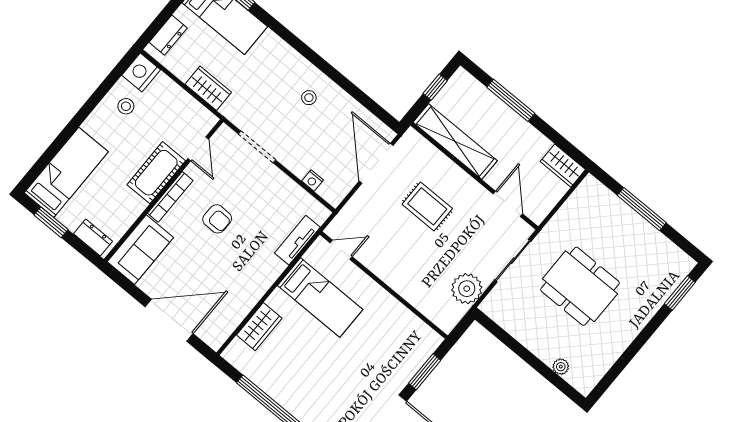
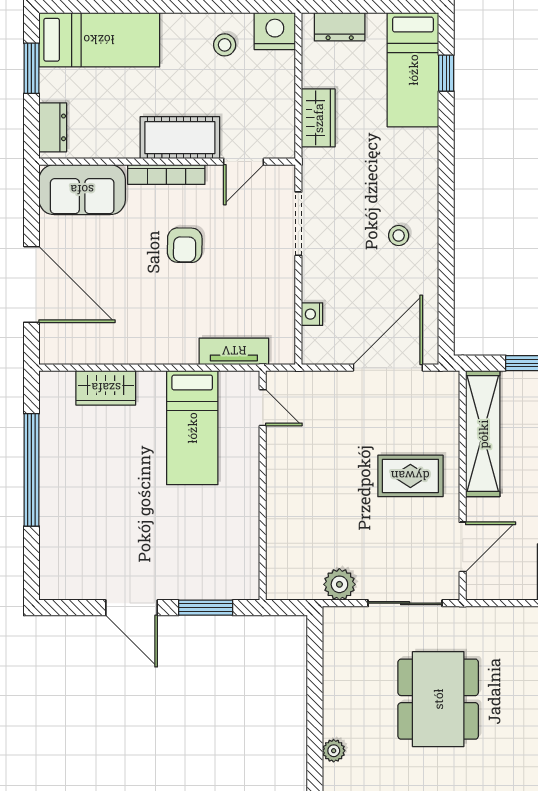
rug: (427, 206) -> (410, 476), moved, turned 90
plant: (467, 289) -> (339, 584), width x0.73, depth x0.73

